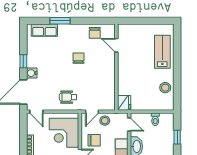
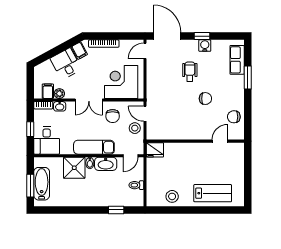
water cooler: (32, 73) -> (205, 46), moved
wheelchair: (68, 97) -> (190, 72), moved

